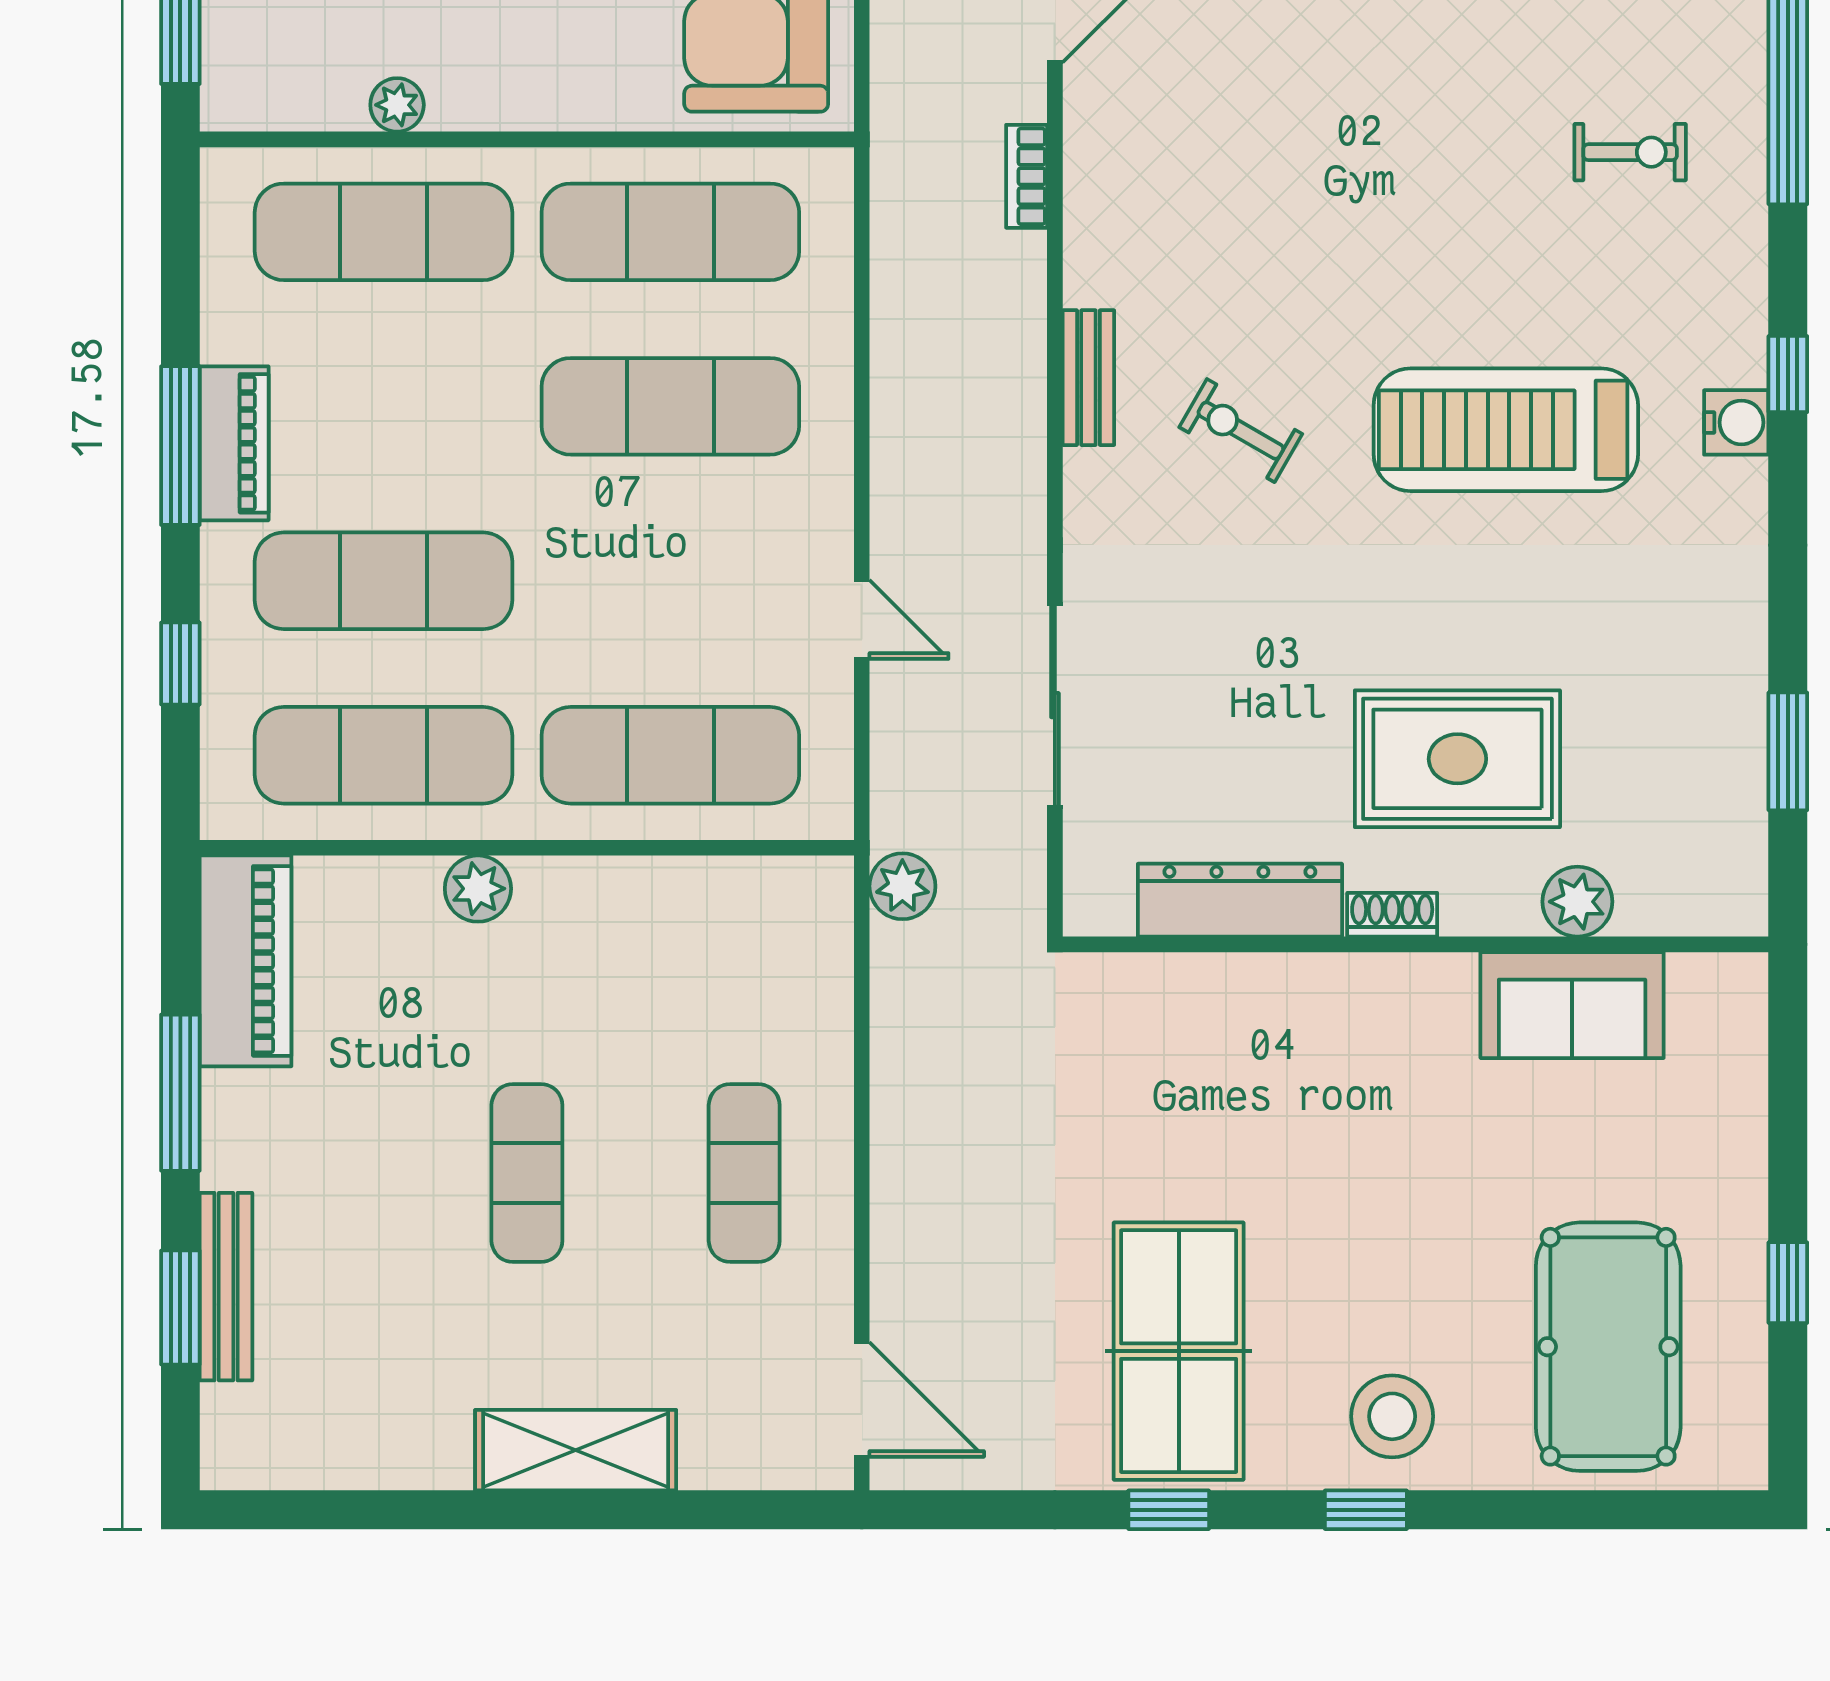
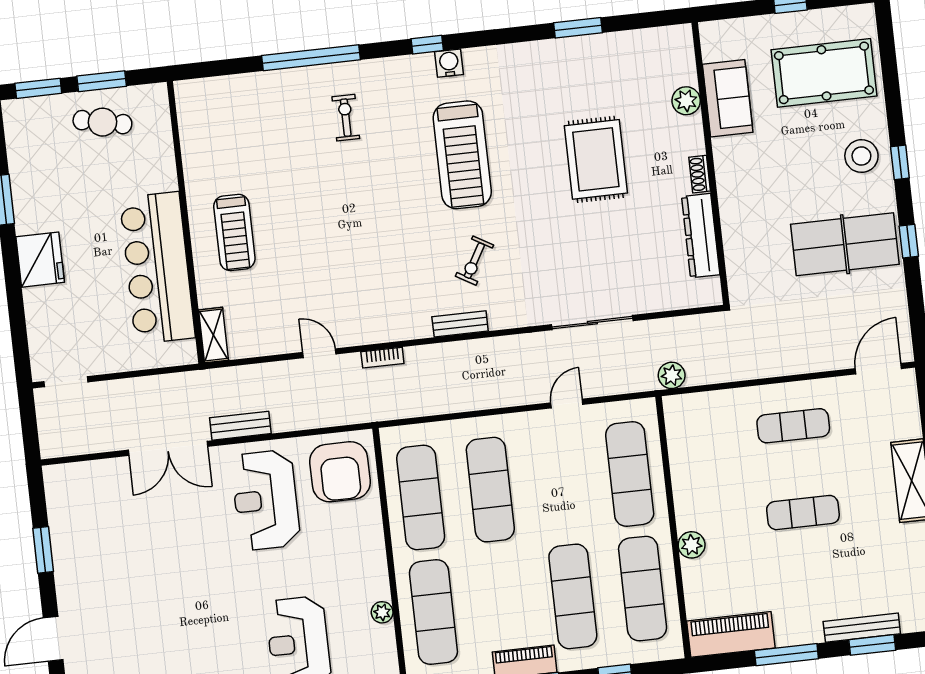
dresser: (1240, 900) -> (701, 236), moved
plant: (1577, 902) -> (686, 101), moved
shoe rack: (1392, 915) -> (700, 174), moved
wall: (1416, 944) -> (710, 163), moved
sofa: (1572, 1005) -> (728, 98), moved

